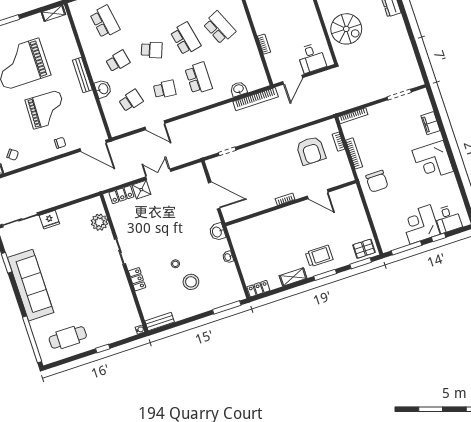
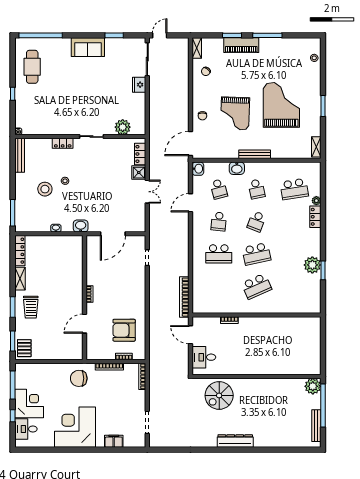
washbasin: (239, 89) -> (198, 169), moved
corner desk: (433, 161) -> (75, 427), width x1.36, depth x1.36
sofa: (31, 285) -> (88, 47), width x0.54, depth x0.79
locker: (258, 289) -> (20, 251), width x1.53
bench: (160, 322) -> (20, 155), width x1.36

